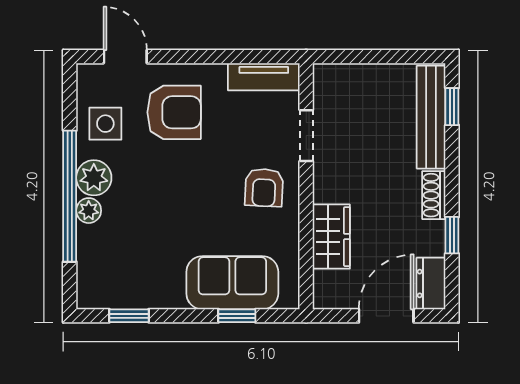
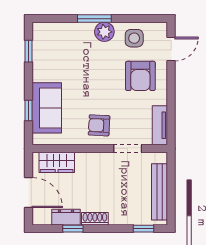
bench: (431, 117) -> (160, 192), moved, turned 90
window: (70, 196) -> (94, 19), width x0.47
plant: (89, 211) -> (86, 29), removed
wardrobe: (331, 237) -> (57, 162), moved
dresser: (431, 283) -> (66, 217), moved

